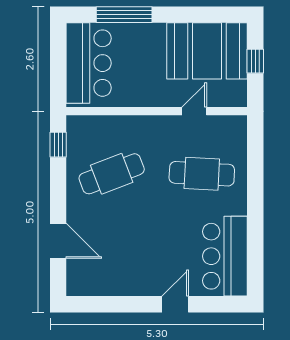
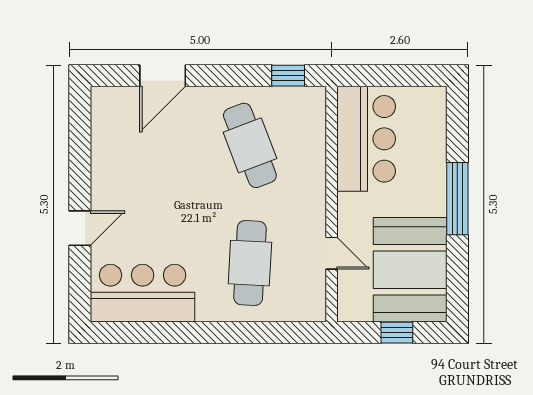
window: (124, 15) -> (457, 199), moved
bar counter: (89, 63) -> (366, 139), moved, turned -90
door: (175, 304) -> (80, 228), hinge flipped

